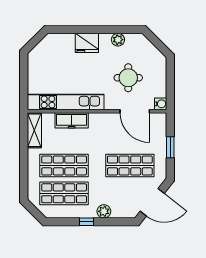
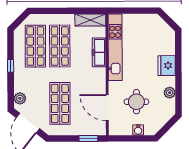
water cooler: (161, 104) -> (138, 130), moved
door: (135, 111) -> (107, 108), hinge flipped
window: (170, 147) -> (88, 139), moved
plant: (104, 211) -> (20, 98), moved

